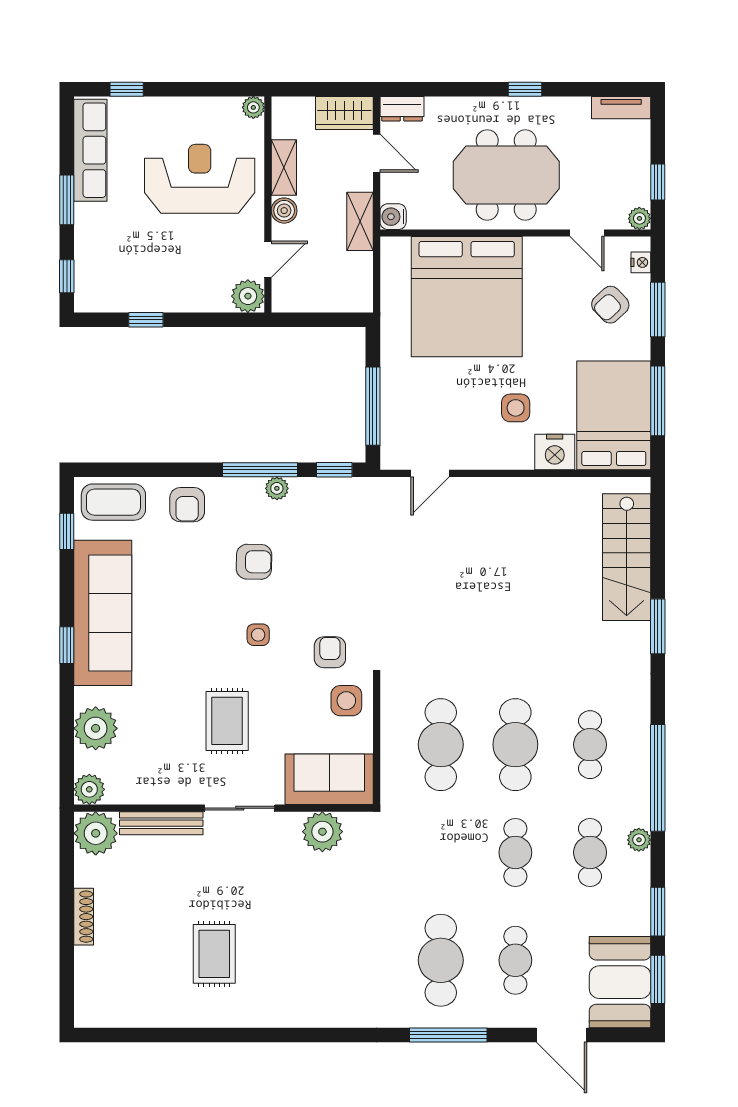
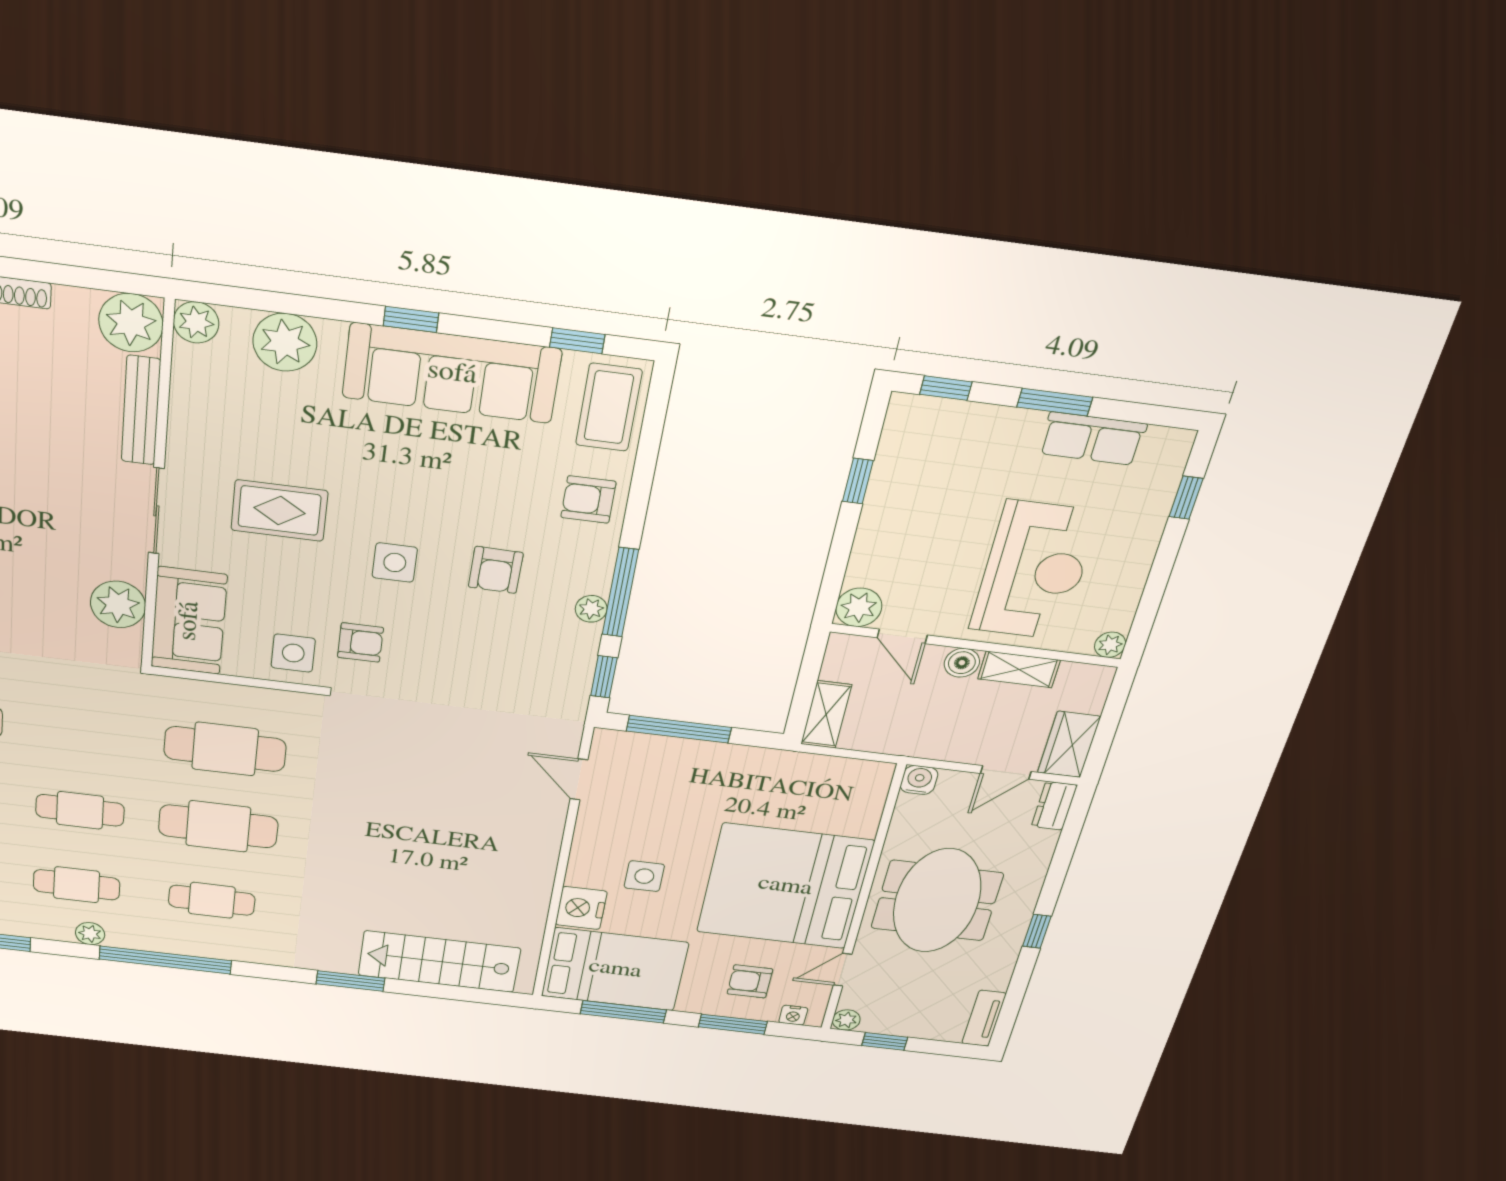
row of seats: (90, 150) -> (1093, 439), width x0.68
shelving: (360, 221) -> (826, 715), moved, turned 90
bed: (467, 297) -> (785, 886), moved
armchair: (610, 305) -> (750, 981), turned -47
side table: (258, 635) -> (395, 563), width x1.37, depth x1.37

